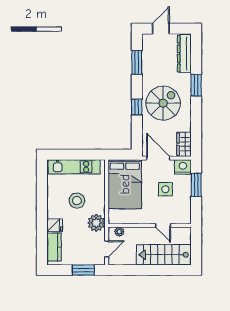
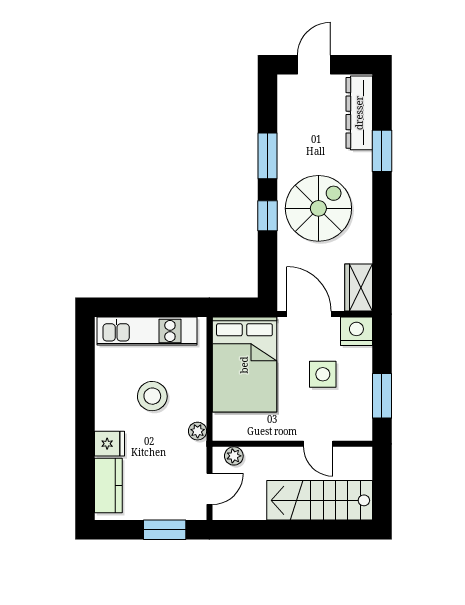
window: (137, 62) -> (268, 156), moved
window: (196, 85) -> (382, 151), moved
window: (196, 185) -> (382, 396), moved
plant: (96, 223) -> (198, 431), width x0.53, depth x0.53

